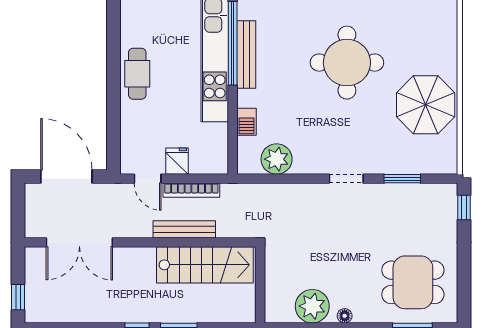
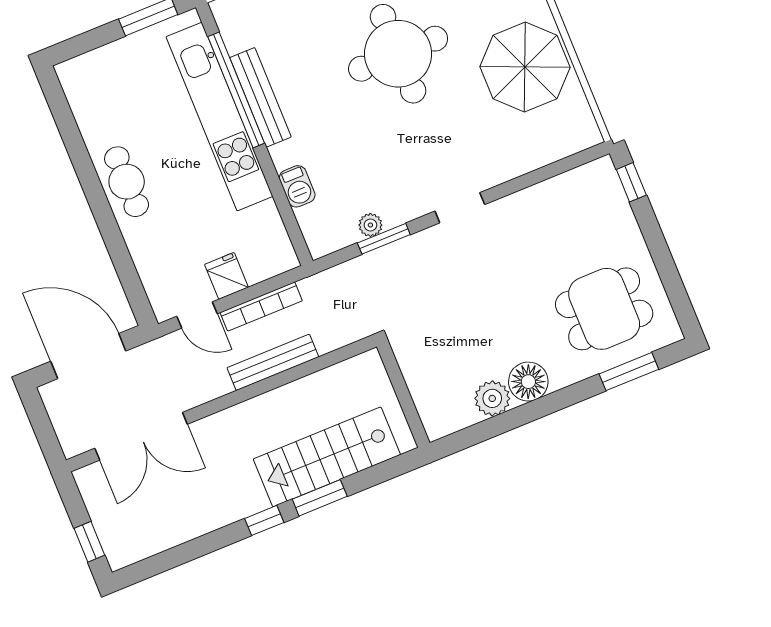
plant: (277, 159) -> (370, 225), width x0.53, depth x0.53
window: (402, 179) -> (384, 239), moved
stairs: (205, 265) -> (327, 457), moved, turned 180
plant: (312, 306) -> (492, 398), width x0.73, depth x0.73
floor lamp: (345, 316) -> (528, 382), width x1.89, depth x1.89

